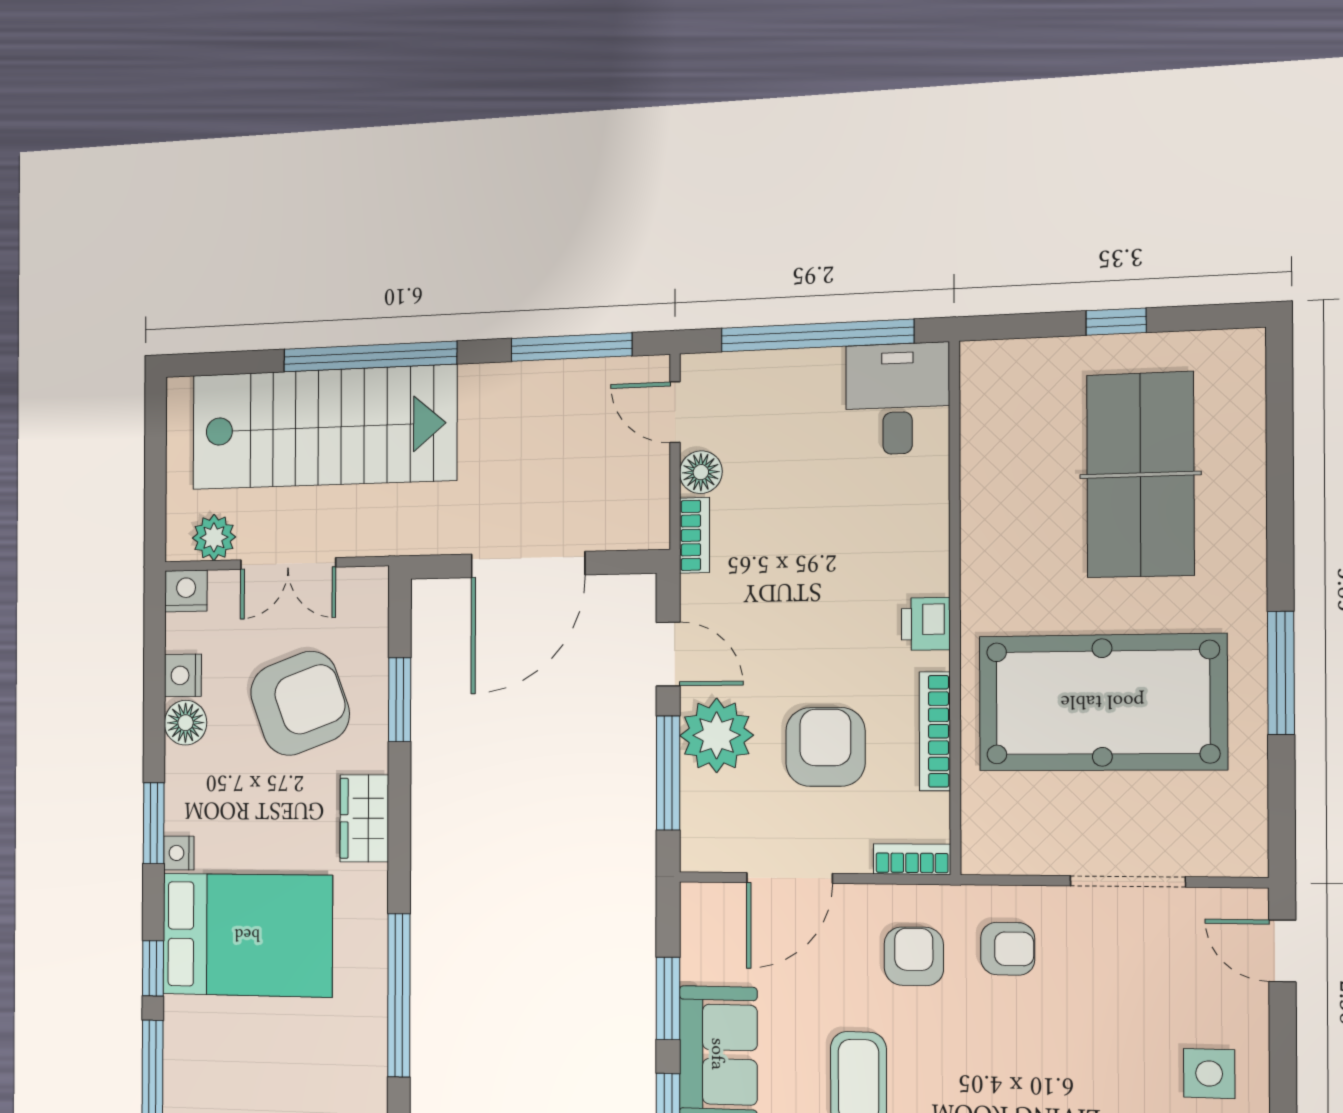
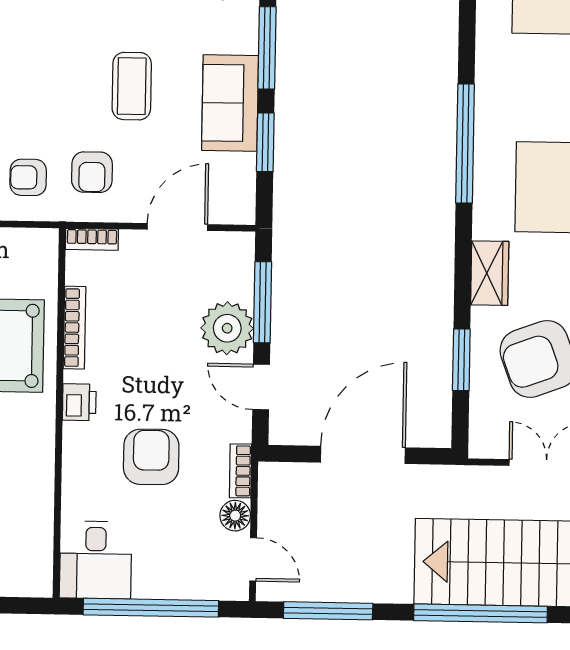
armchair: (825, 747) -> (151, 457), moved, turned 180

